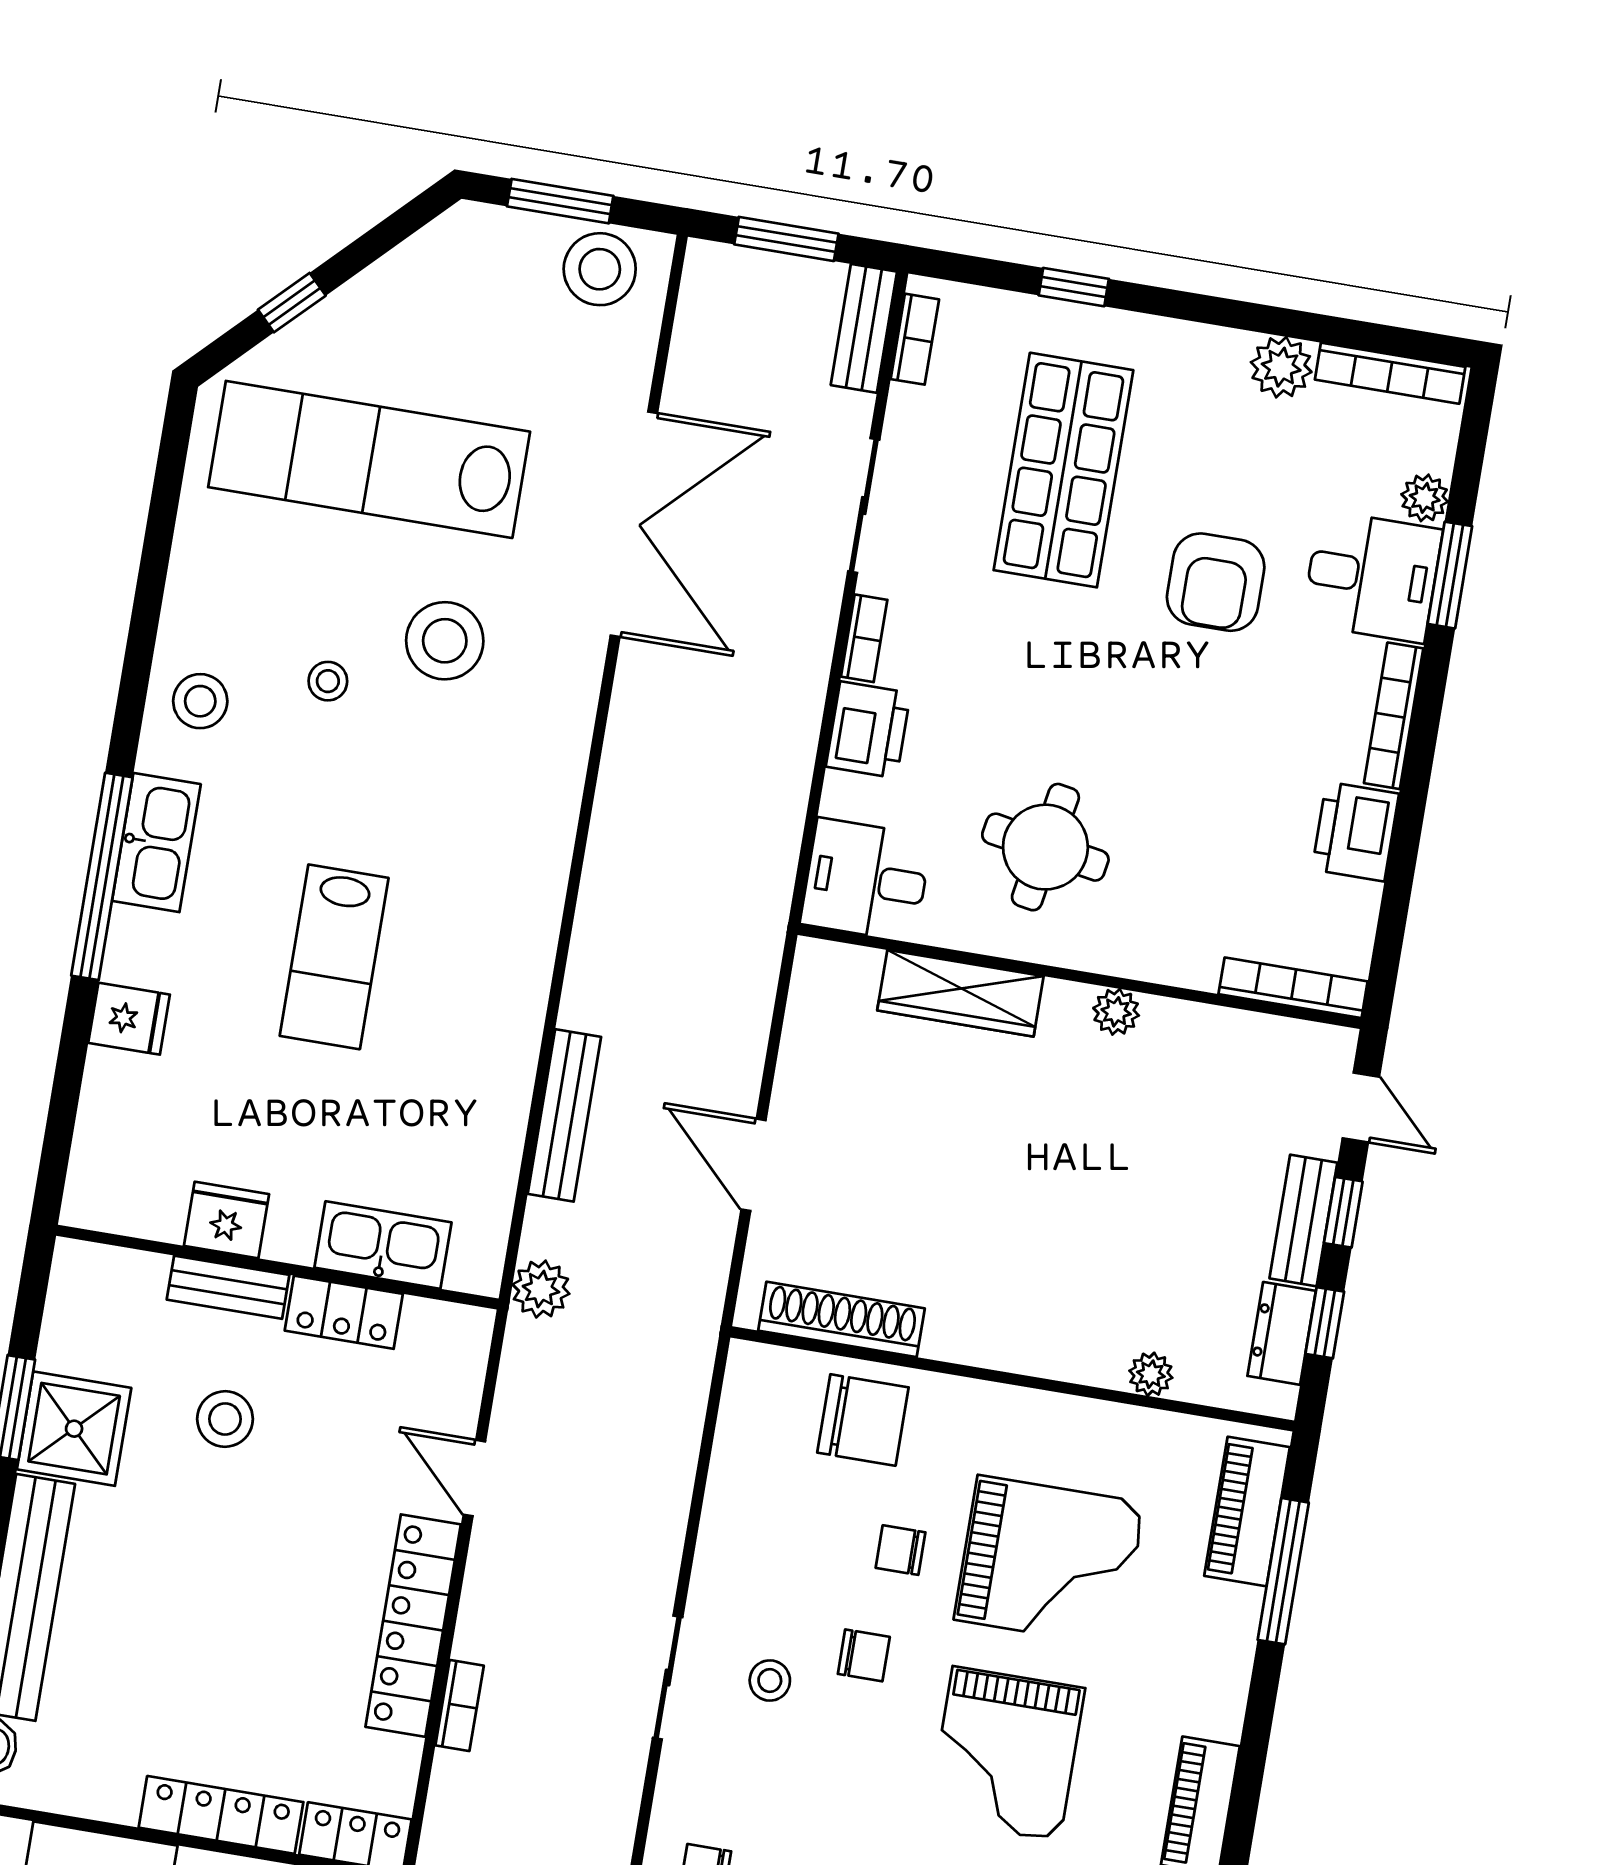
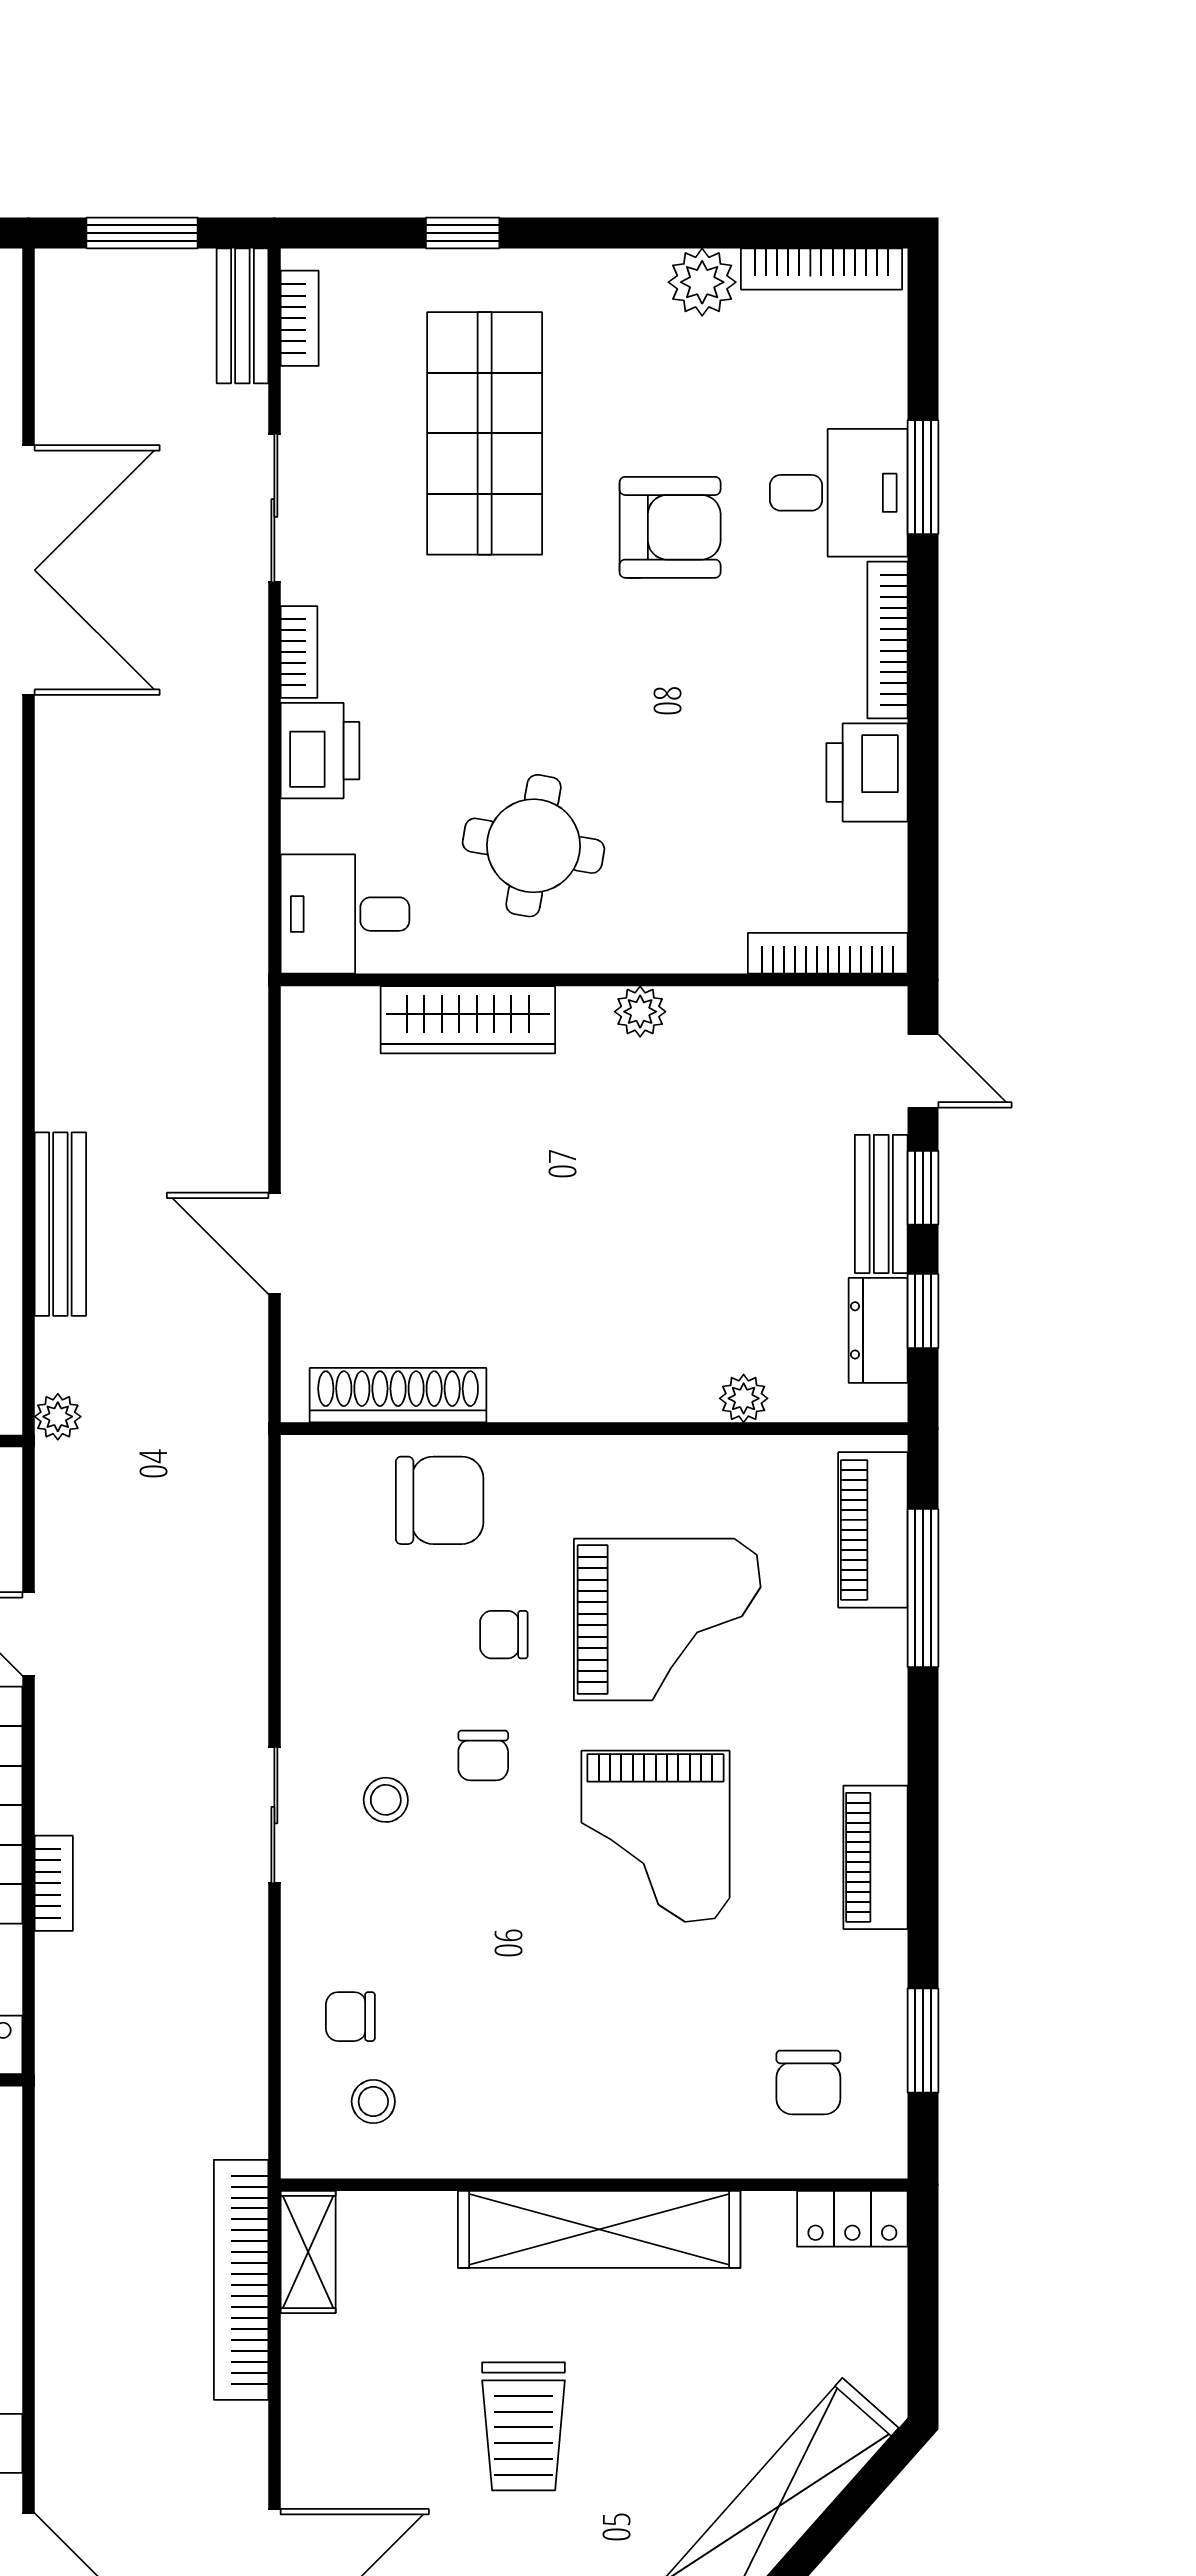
plant: (1425, 498) -> (882, 398), removed
armchair: (1216, 582) -> (670, 527), turned -90
plant: (541, 1289) -> (58, 1417), width x0.73, depth x0.73
chair: (864, 1655) -> (483, 1756), turned 90

